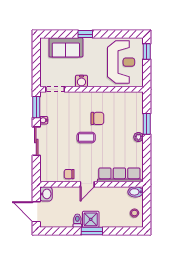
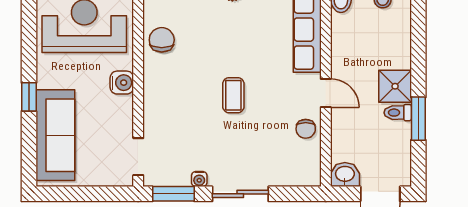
sofa: (66, 47) -> (55, 135), width x1.36
water cooler: (81, 81) -> (122, 83), moved
chair: (97, 118) -> (162, 40), moved
window: (92, 231) -> (418, 119), moved

